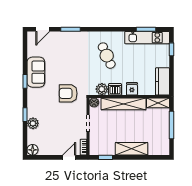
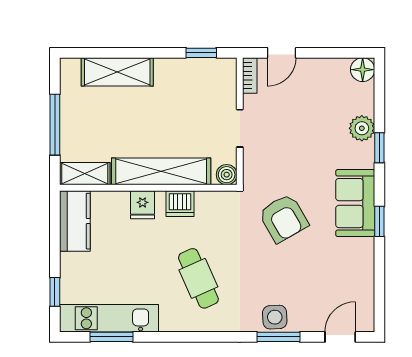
side table: (72, 38) -> (275, 317), added
sofa: (36, 72) -> (355, 203), moved
plant: (102, 89) -> (209, 204), removed
armchair: (68, 93) -> (283, 218), moved, turned 60
shelving: (132, 149) -> (117, 72), moved

